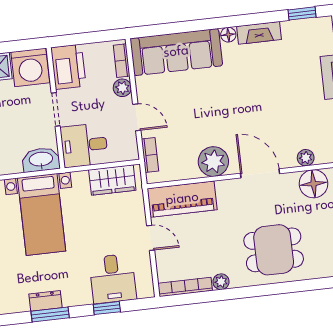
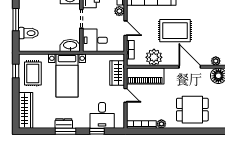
rug: (226, 111) -> (175, 31), added
plant: (213, 162) -> (154, 57), moved
wardrobe: (112, 180) -> (117, 73), moved, turned 90

